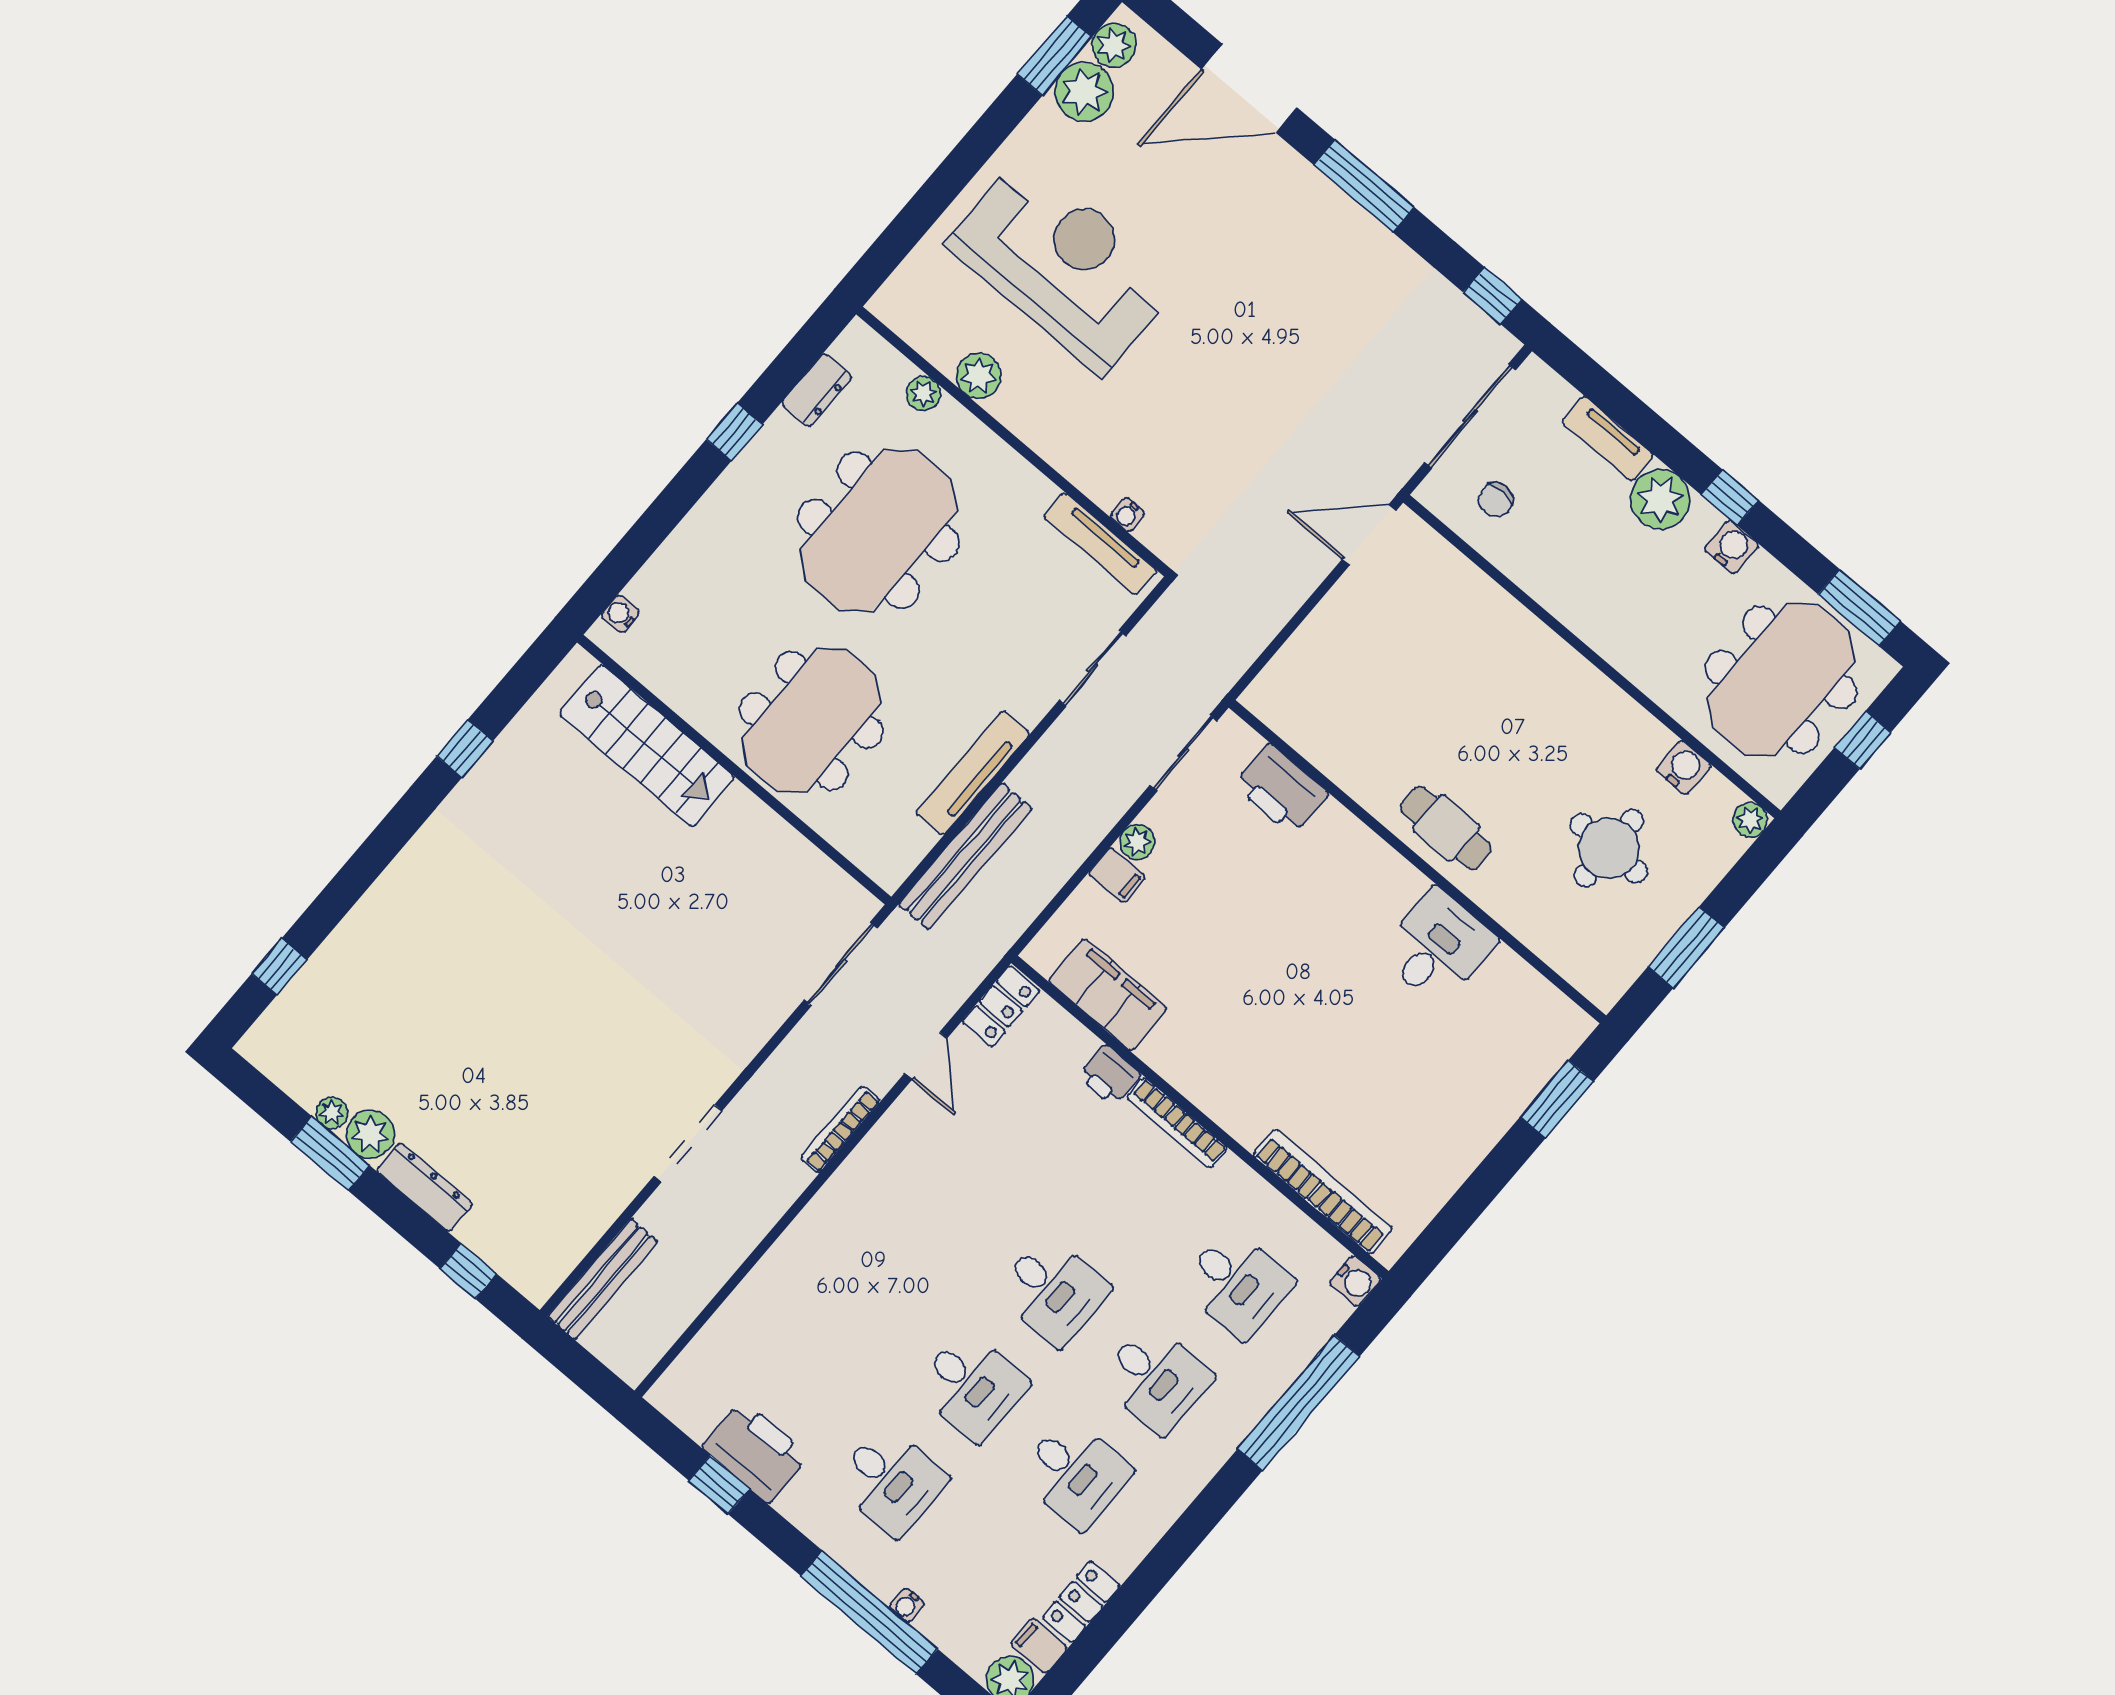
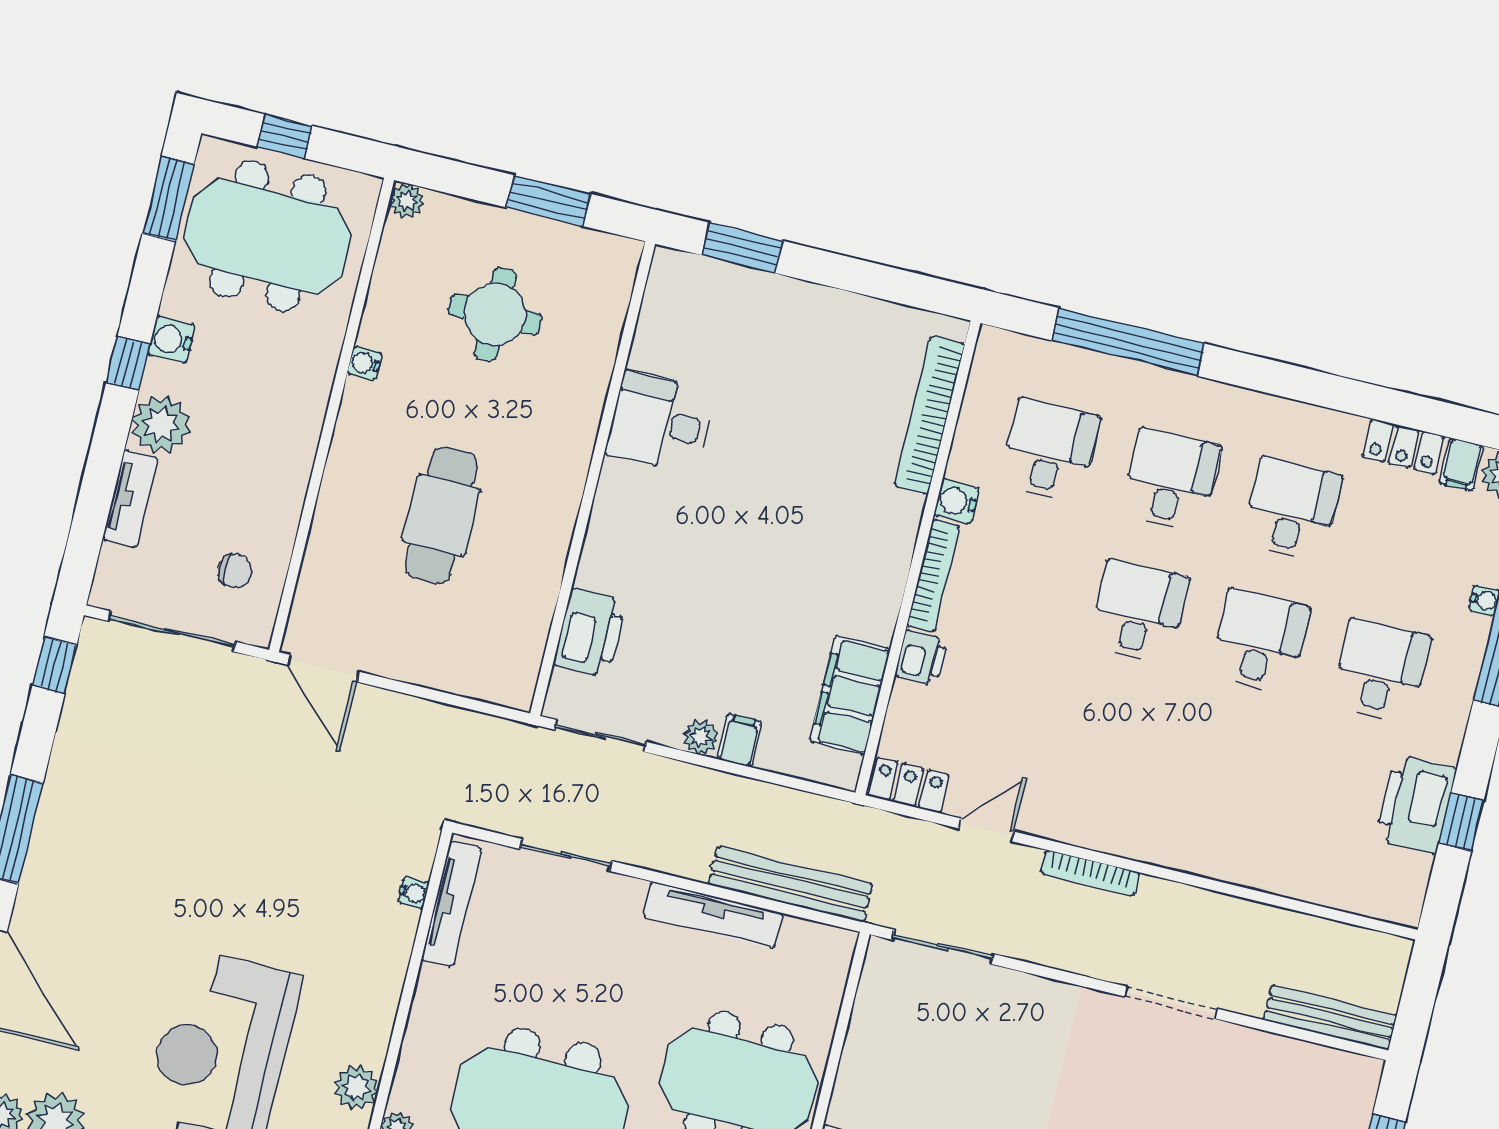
water cooler: (1684, 768) -> (364, 363), moved, width x0.72, depth x0.72
cafe table: (1446, 828) -> (441, 515), moved, width x1.37, depth x1.35
water cooler: (1355, 1281) -> (956, 502), moved, turned -90

